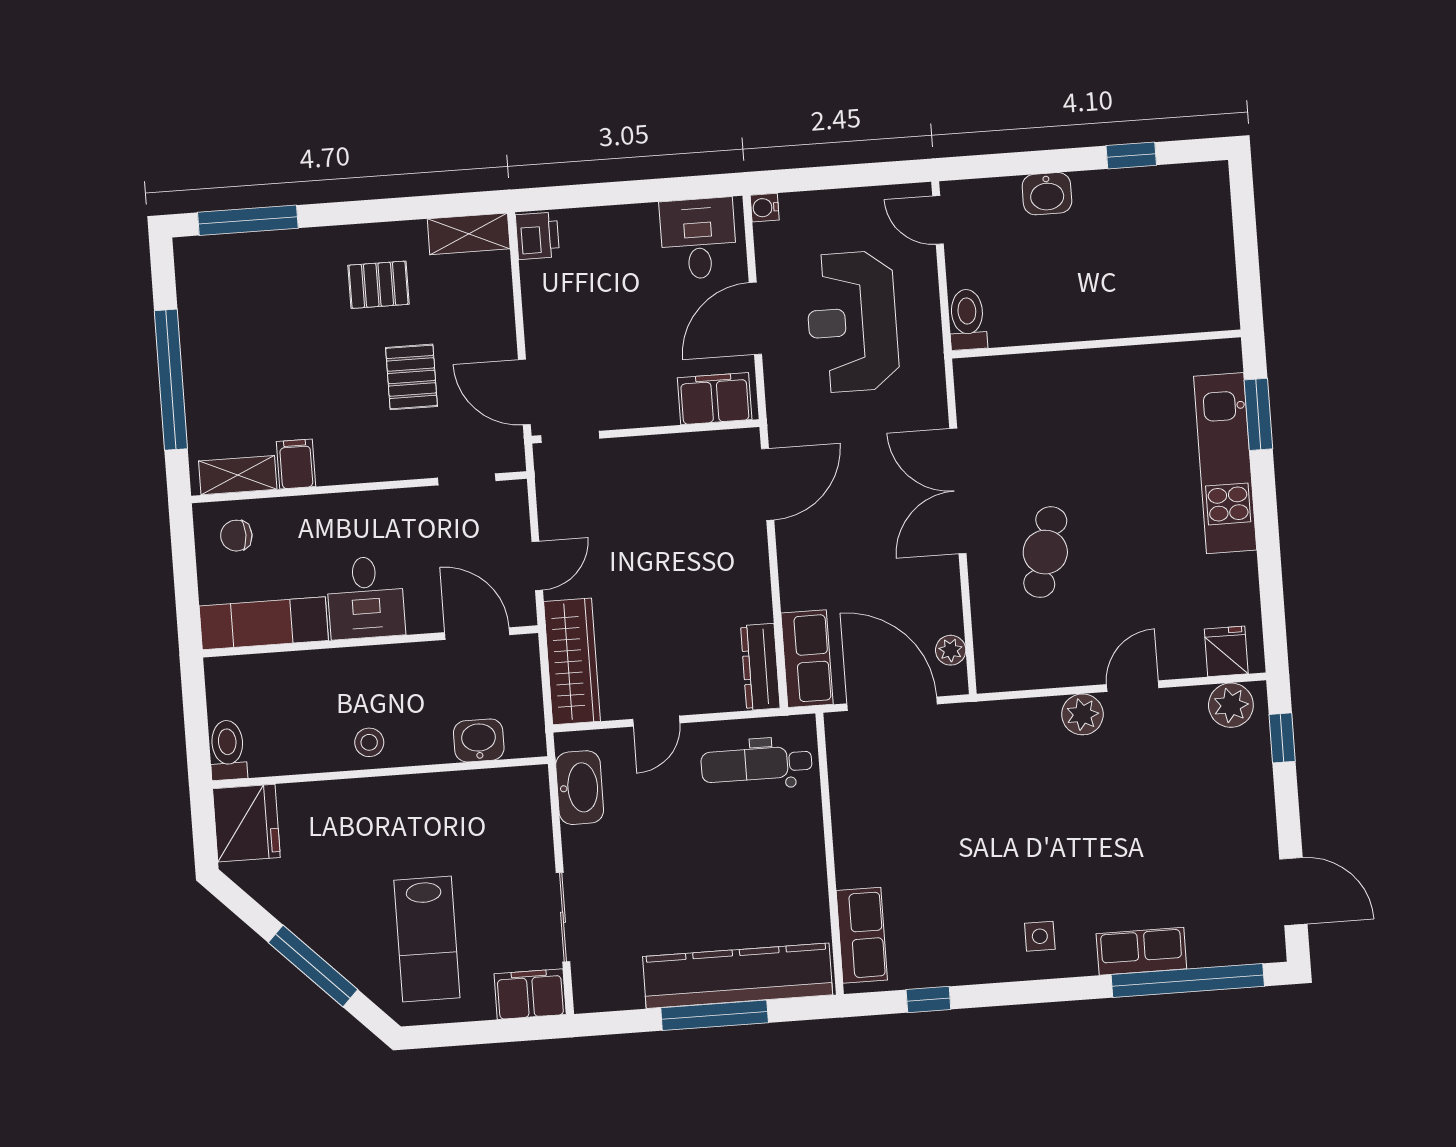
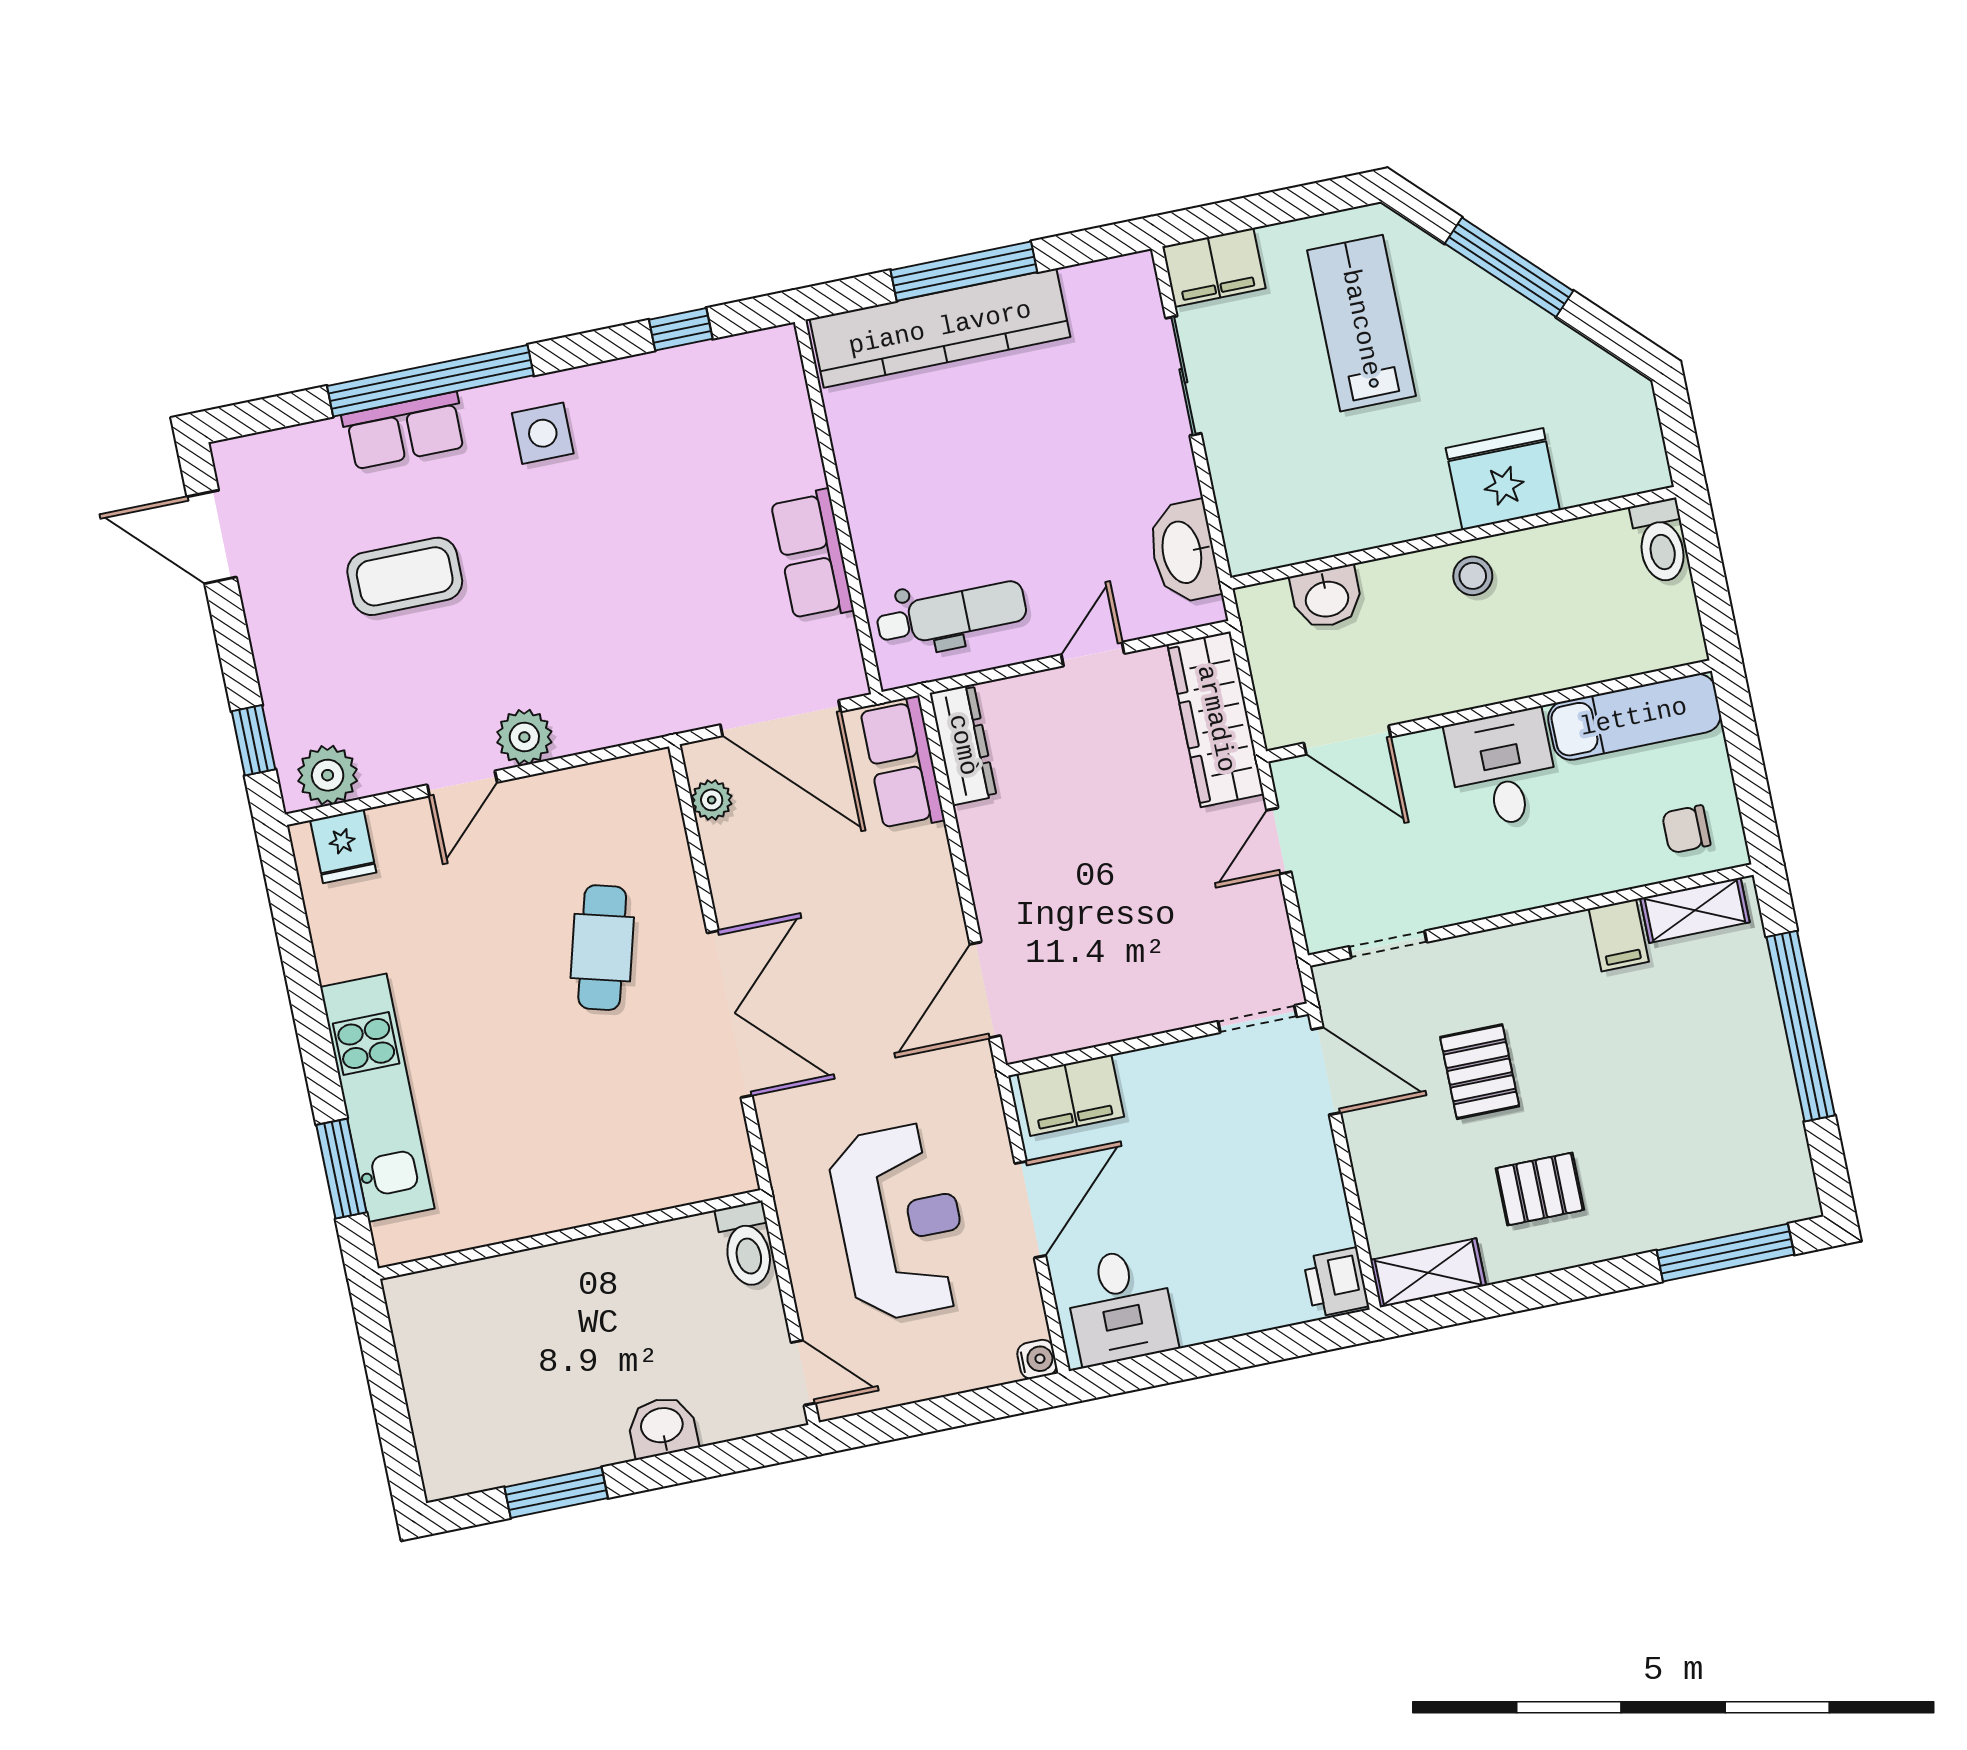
window: (1131, 155) -> (556, 1493), width x1.50
chair: (236, 536) -> (1686, 829), turned 180
fridge: (246, 823) -> (1503, 479), moved, turned 90
coffee table: (1155, 844) -> (405, 576), added
row of seats: (862, 935) -> (812, 555), moved
side table: (1040, 936) -> (543, 433), width x1.37, depth x1.37
window: (1188, 980) -> (430, 381), moved

